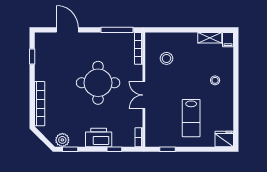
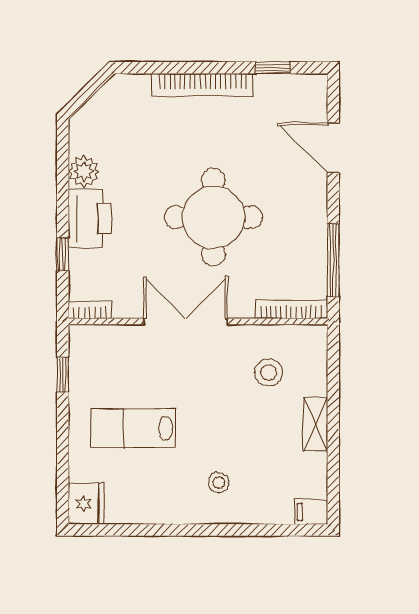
door: (67, 30) -> (333, 148), swing flipped
shelving: (210, 38) -> (315, 424), moved
double door: (144, 95) -> (186, 321), width x1.37
bookcase: (40, 104) -> (203, 85), moved
plant: (62, 140) -> (84, 171), moved
window: (70, 149) -> (63, 154), removed

